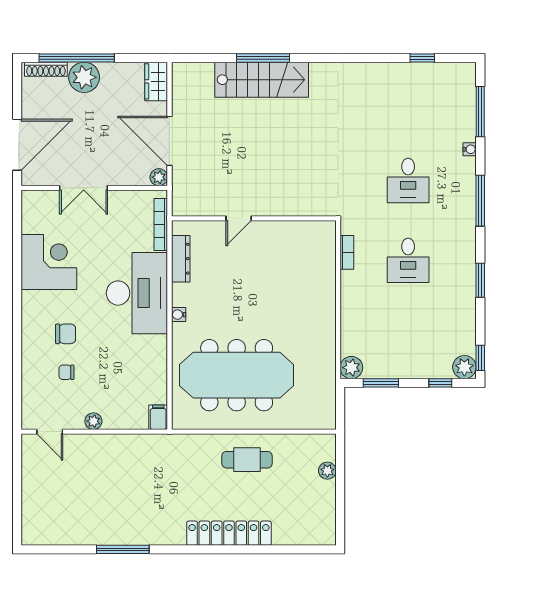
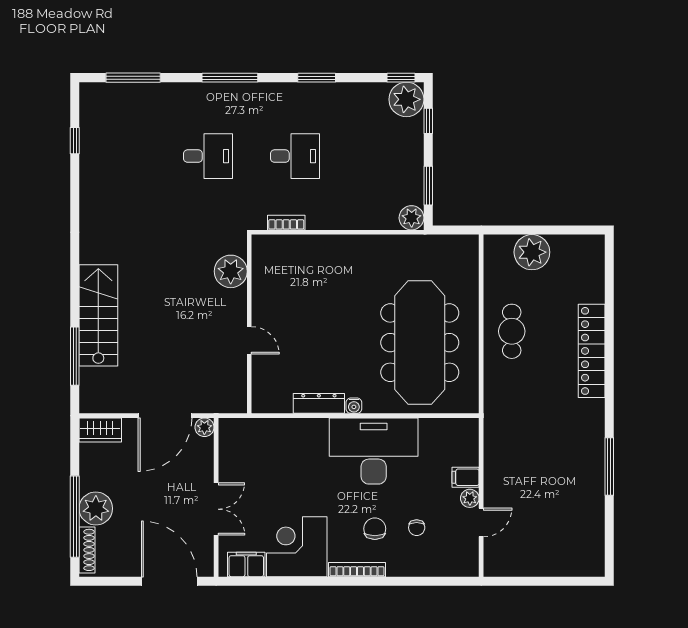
window: (263, 58) -> (75, 356), moved
water cooler: (470, 149) -> (174, 89), removed
plant: (302, 201) -> (231, 271), added
filing cabinet: (33, 216) -> (246, 564), added
bookcase: (161, 225) -> (357, 570), moved, turned 180
dresser: (181, 259) -> (319, 403), moved
desk: (137, 293) -> (374, 451), moved
plant: (464, 367) -> (406, 99), width x1.36, depth x1.36
filing cabinet: (158, 417) -> (466, 477), moved
door: (50, 432) -> (481, 522), moved
plant: (327, 471) -> (532, 252), width x1.88, depth x1.88

